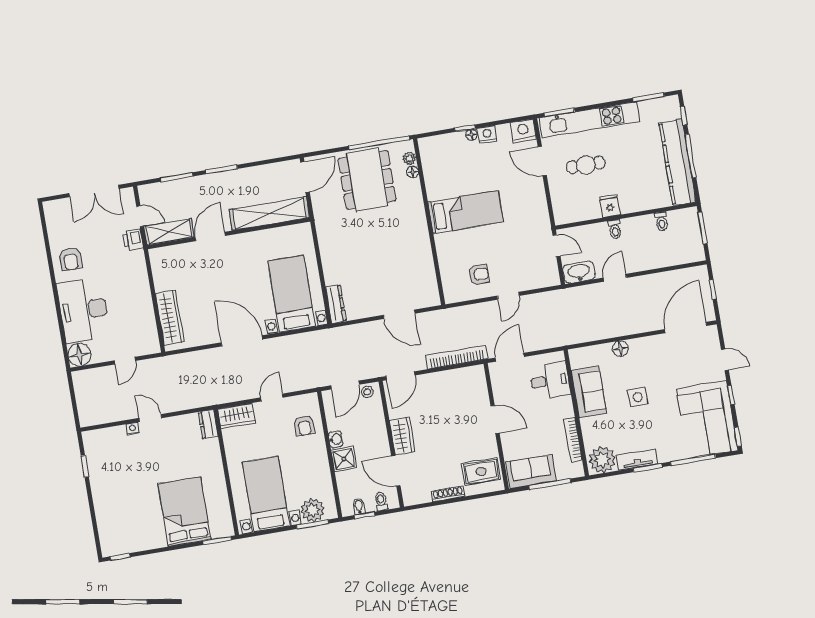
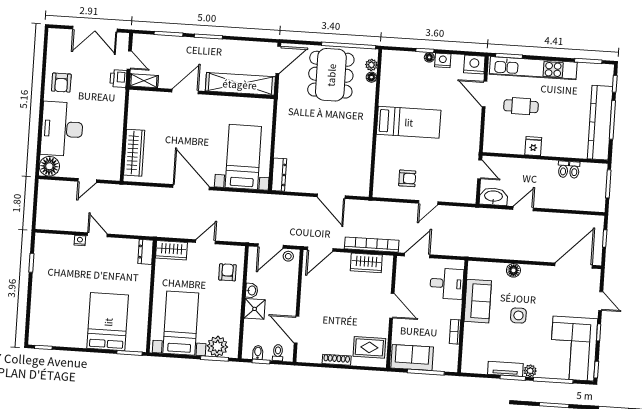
toilet: (615, 229) -> (563, 169), moved
shelving: (169, 232) -> (144, 81), width x0.67, depth x0.75
armchair: (304, 426) -> (227, 272), turned 180
wardrobe: (402, 436) -> (366, 263), moved, turned 90
bookcase: (573, 440) -> (455, 332), width x0.64
plant: (602, 460) -> (530, 371), moved, width x0.53, depth x0.53

